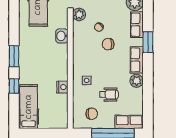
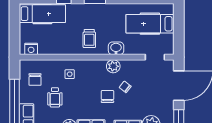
plant: (79, 14) -> (113, 66), moved
trolley: (53, 62) -> (89, 39), added
nightstand: (62, 87) -> (31, 49), moved

